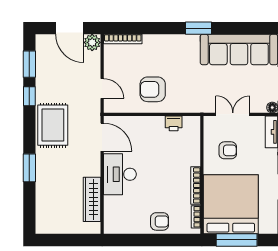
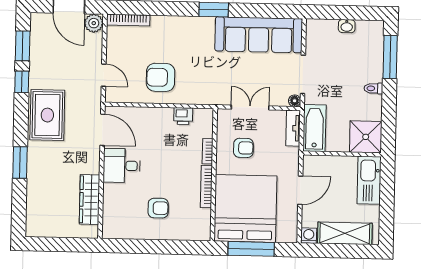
desk: (120, 174) -> (122, 166), width x0.73
bookcase: (196, 217) -> (208, 151), moved
armchair: (160, 221) -> (158, 208), moved

